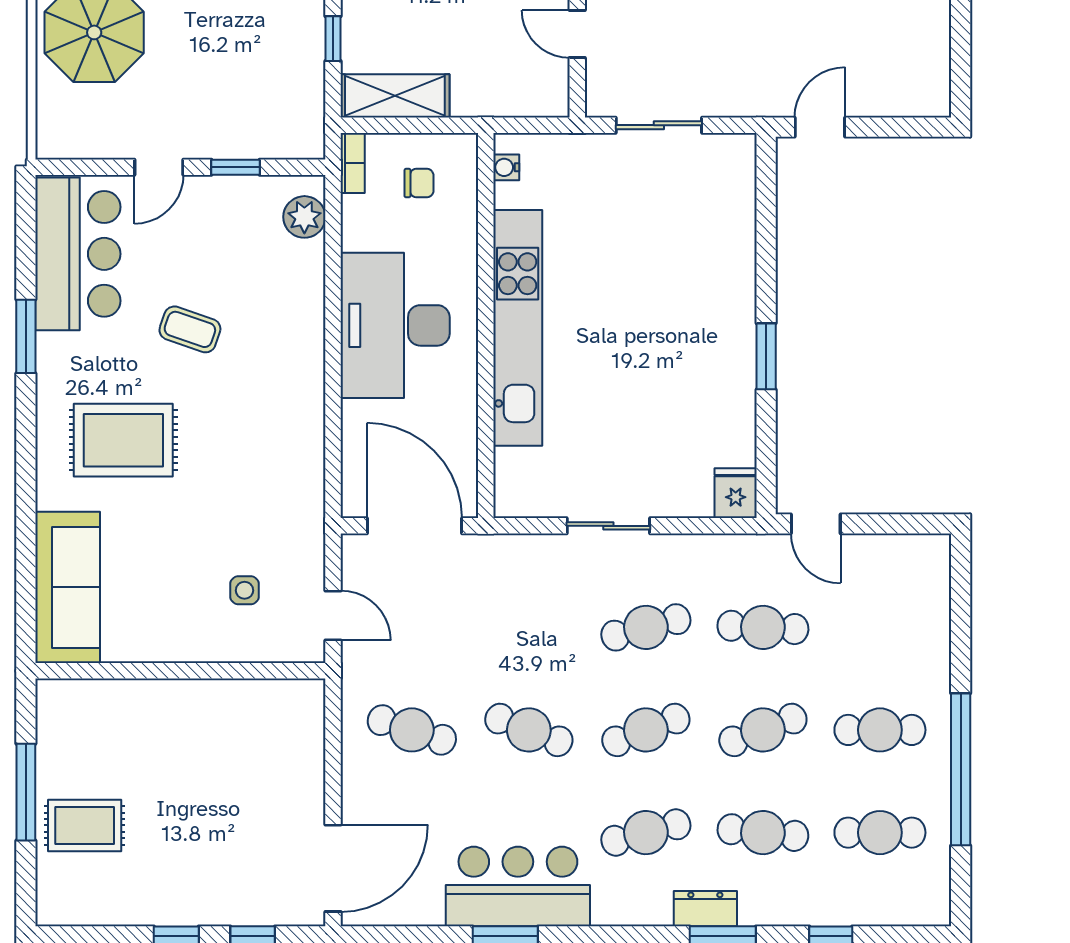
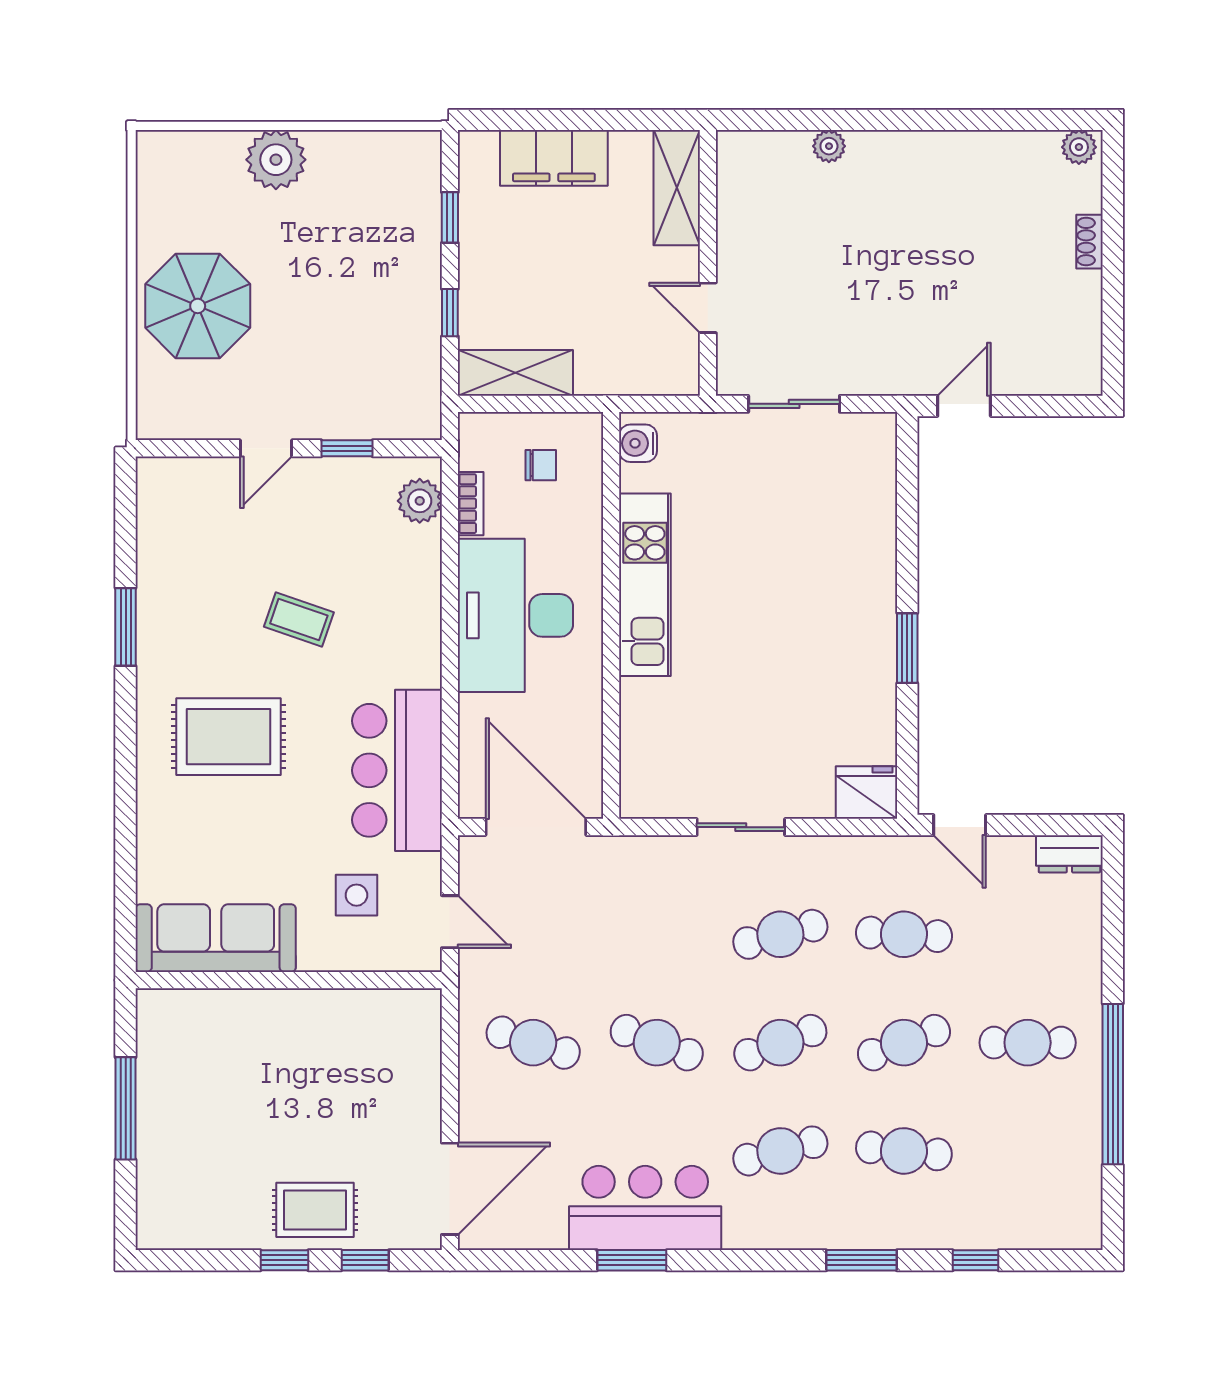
bookcase: (353, 163) -> (471, 504), moved
water cooler: (506, 167) -> (638, 443), width x1.38, depth x1.38
bar counter: (78, 254) -> (397, 770), moved, turned 180
kitchen unit: (518, 328) -> (645, 585), width x0.73
fridge: (736, 493) -> (867, 793), width x1.38
sofa: (68, 587) -> (216, 938), moved, turned -90
side table: (244, 590) -> (356, 895), width x1.37, depth x1.37
rug: (85, 825) -> (315, 1210), moved
cafe table: (880, 833) -> (1028, 1151), removed
dresser: (705, 909) -> (1069, 854), moved, turned 180

